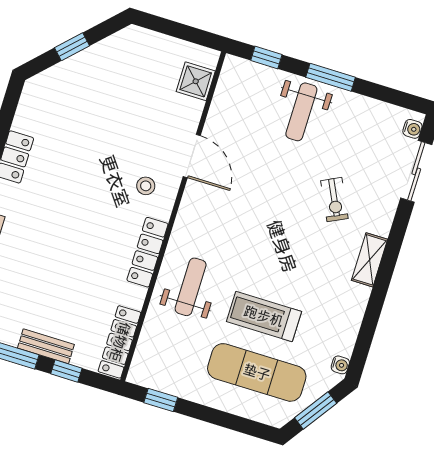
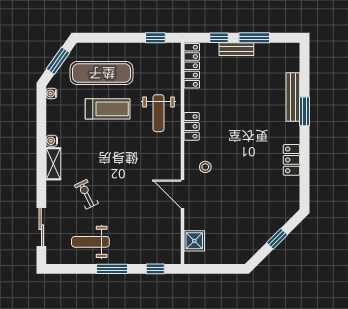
weight bench: (301, 112) -> (90, 242), moved, turned -90
water cooler: (412, 129) -> (52, 141), moved
locker: (147, 252) -> (192, 126), width x0.66

